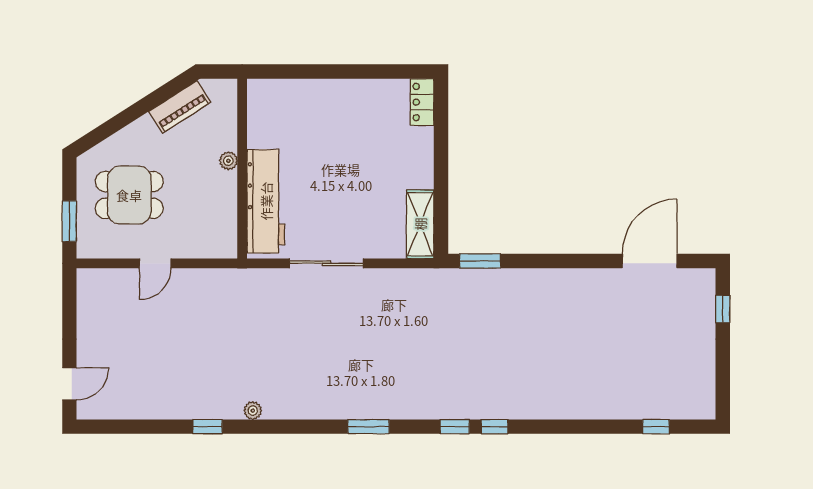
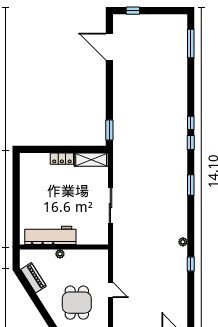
locker: (422, 102) -> (62, 159), moved
workbench: (266, 201) -> (50, 235), moved
window: (656, 427) -> (191, 44), width x2.17

